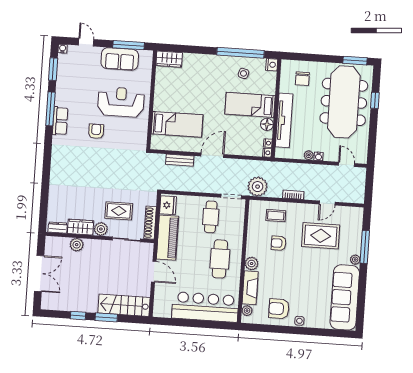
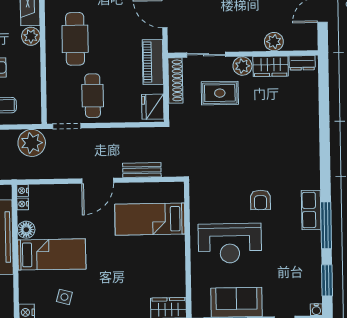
piano: (168, 238) -> (153, 62), width x0.73, depth x0.75

